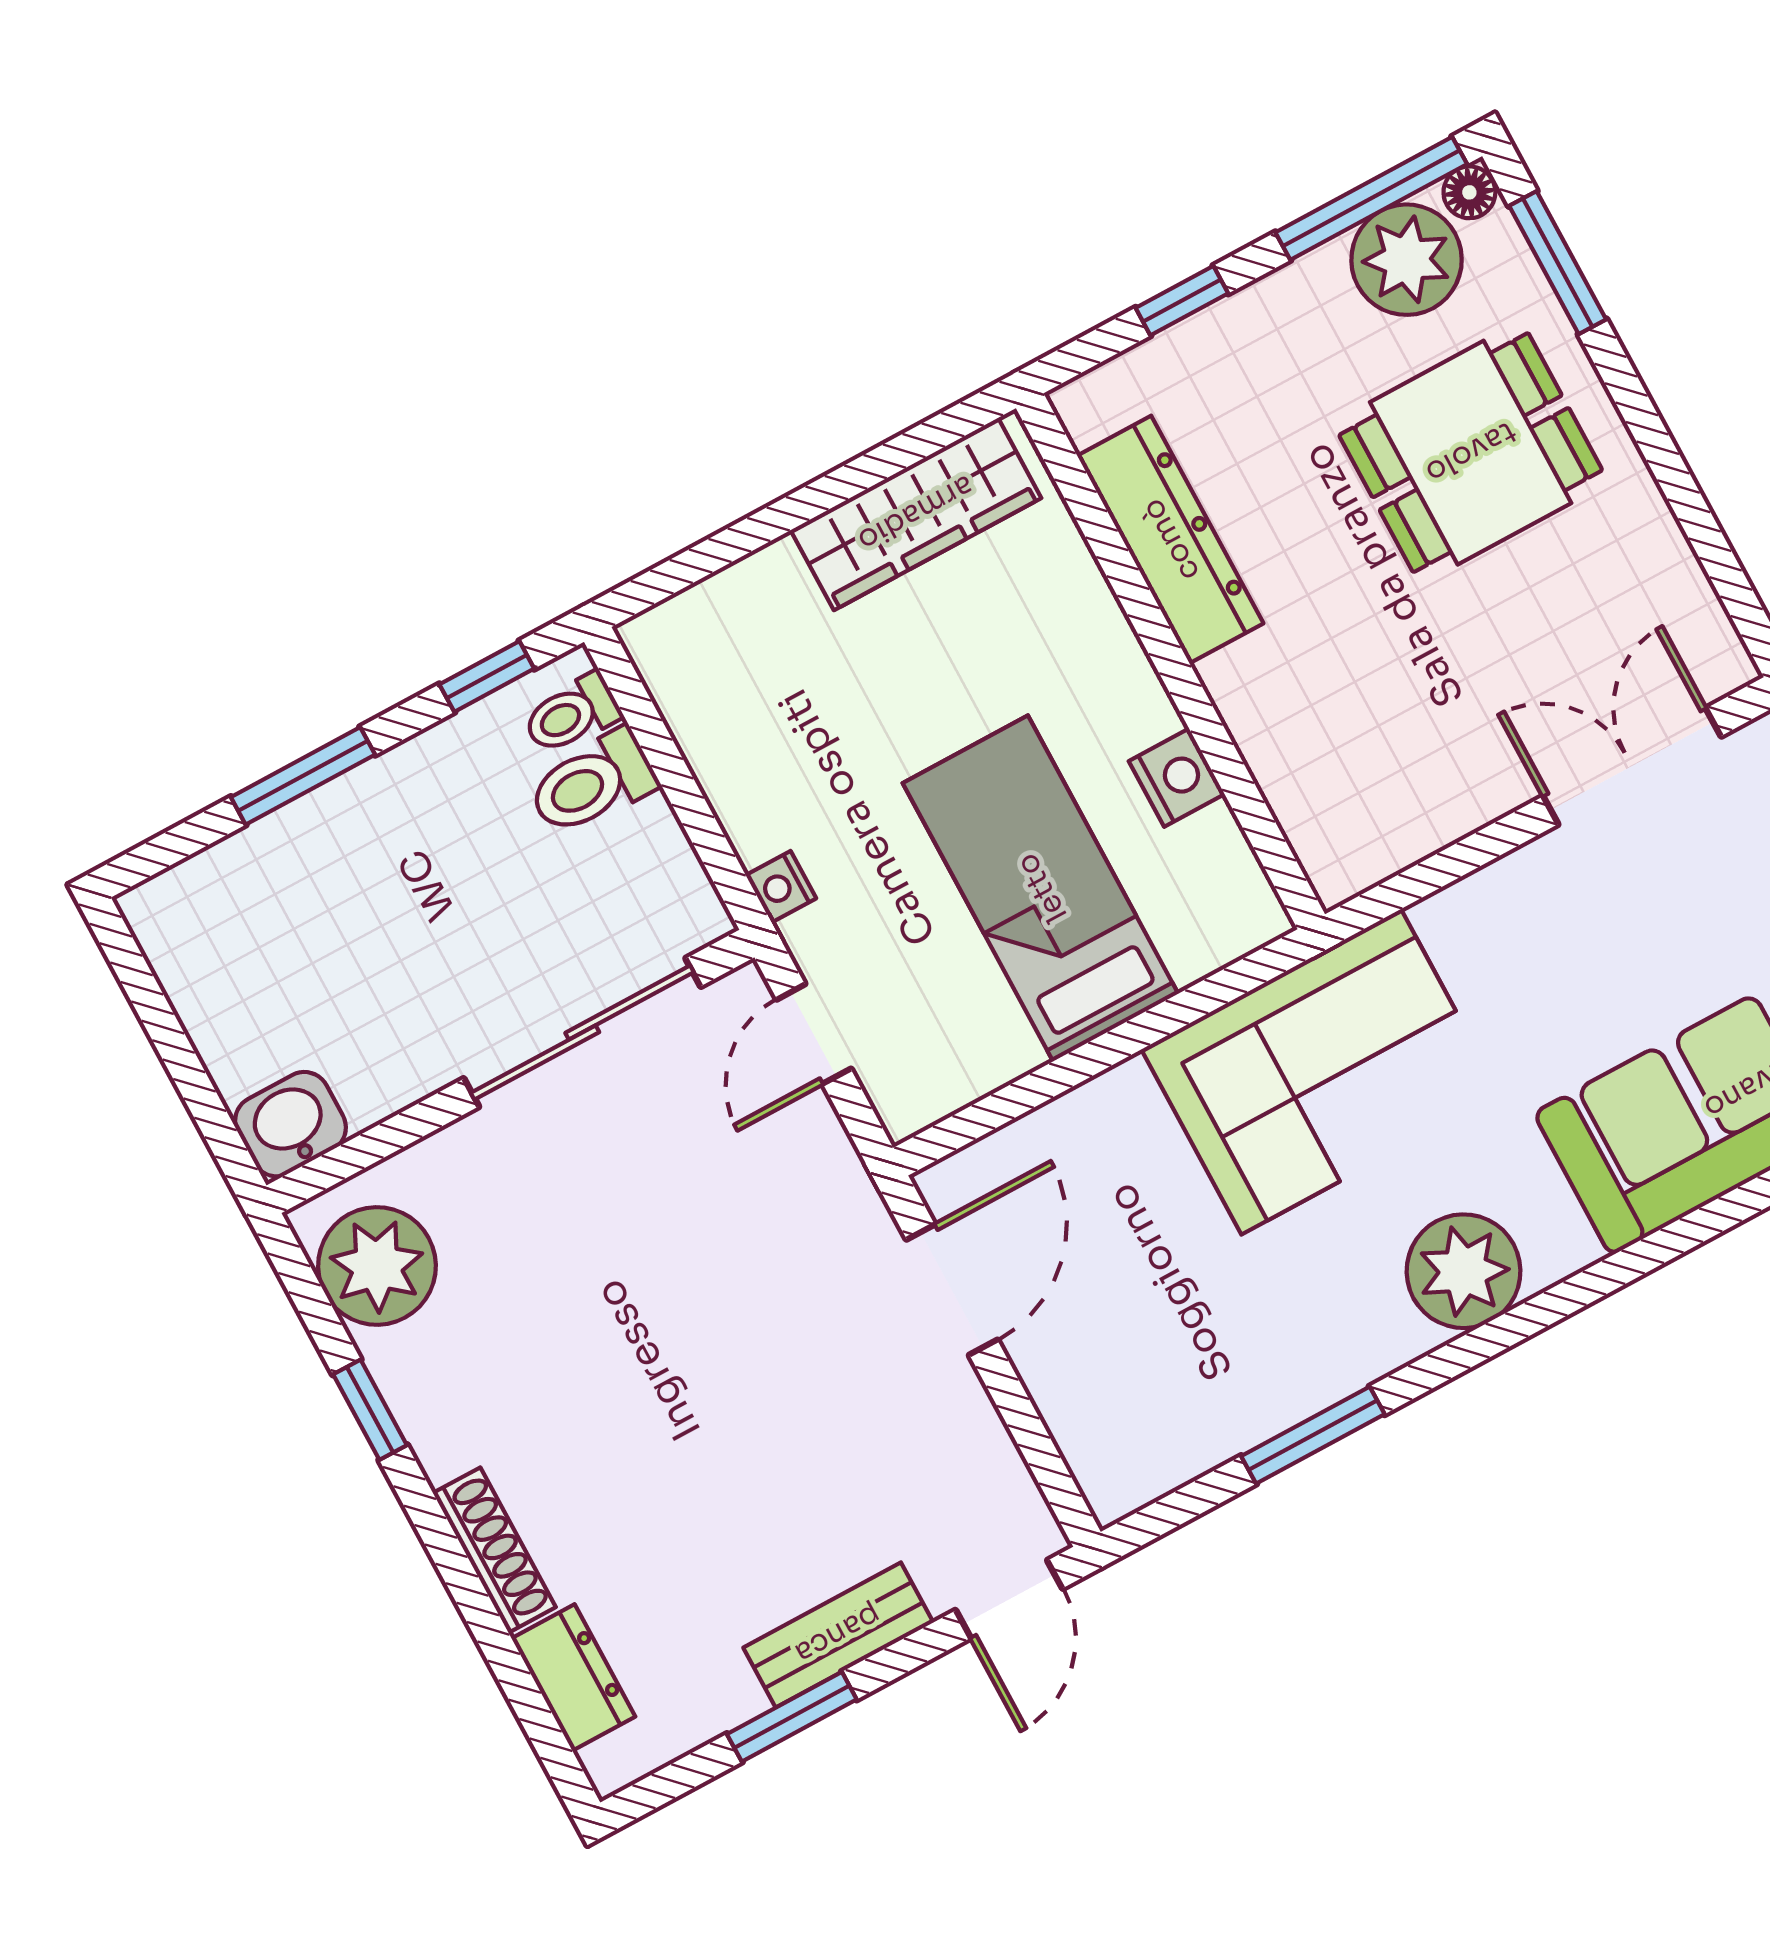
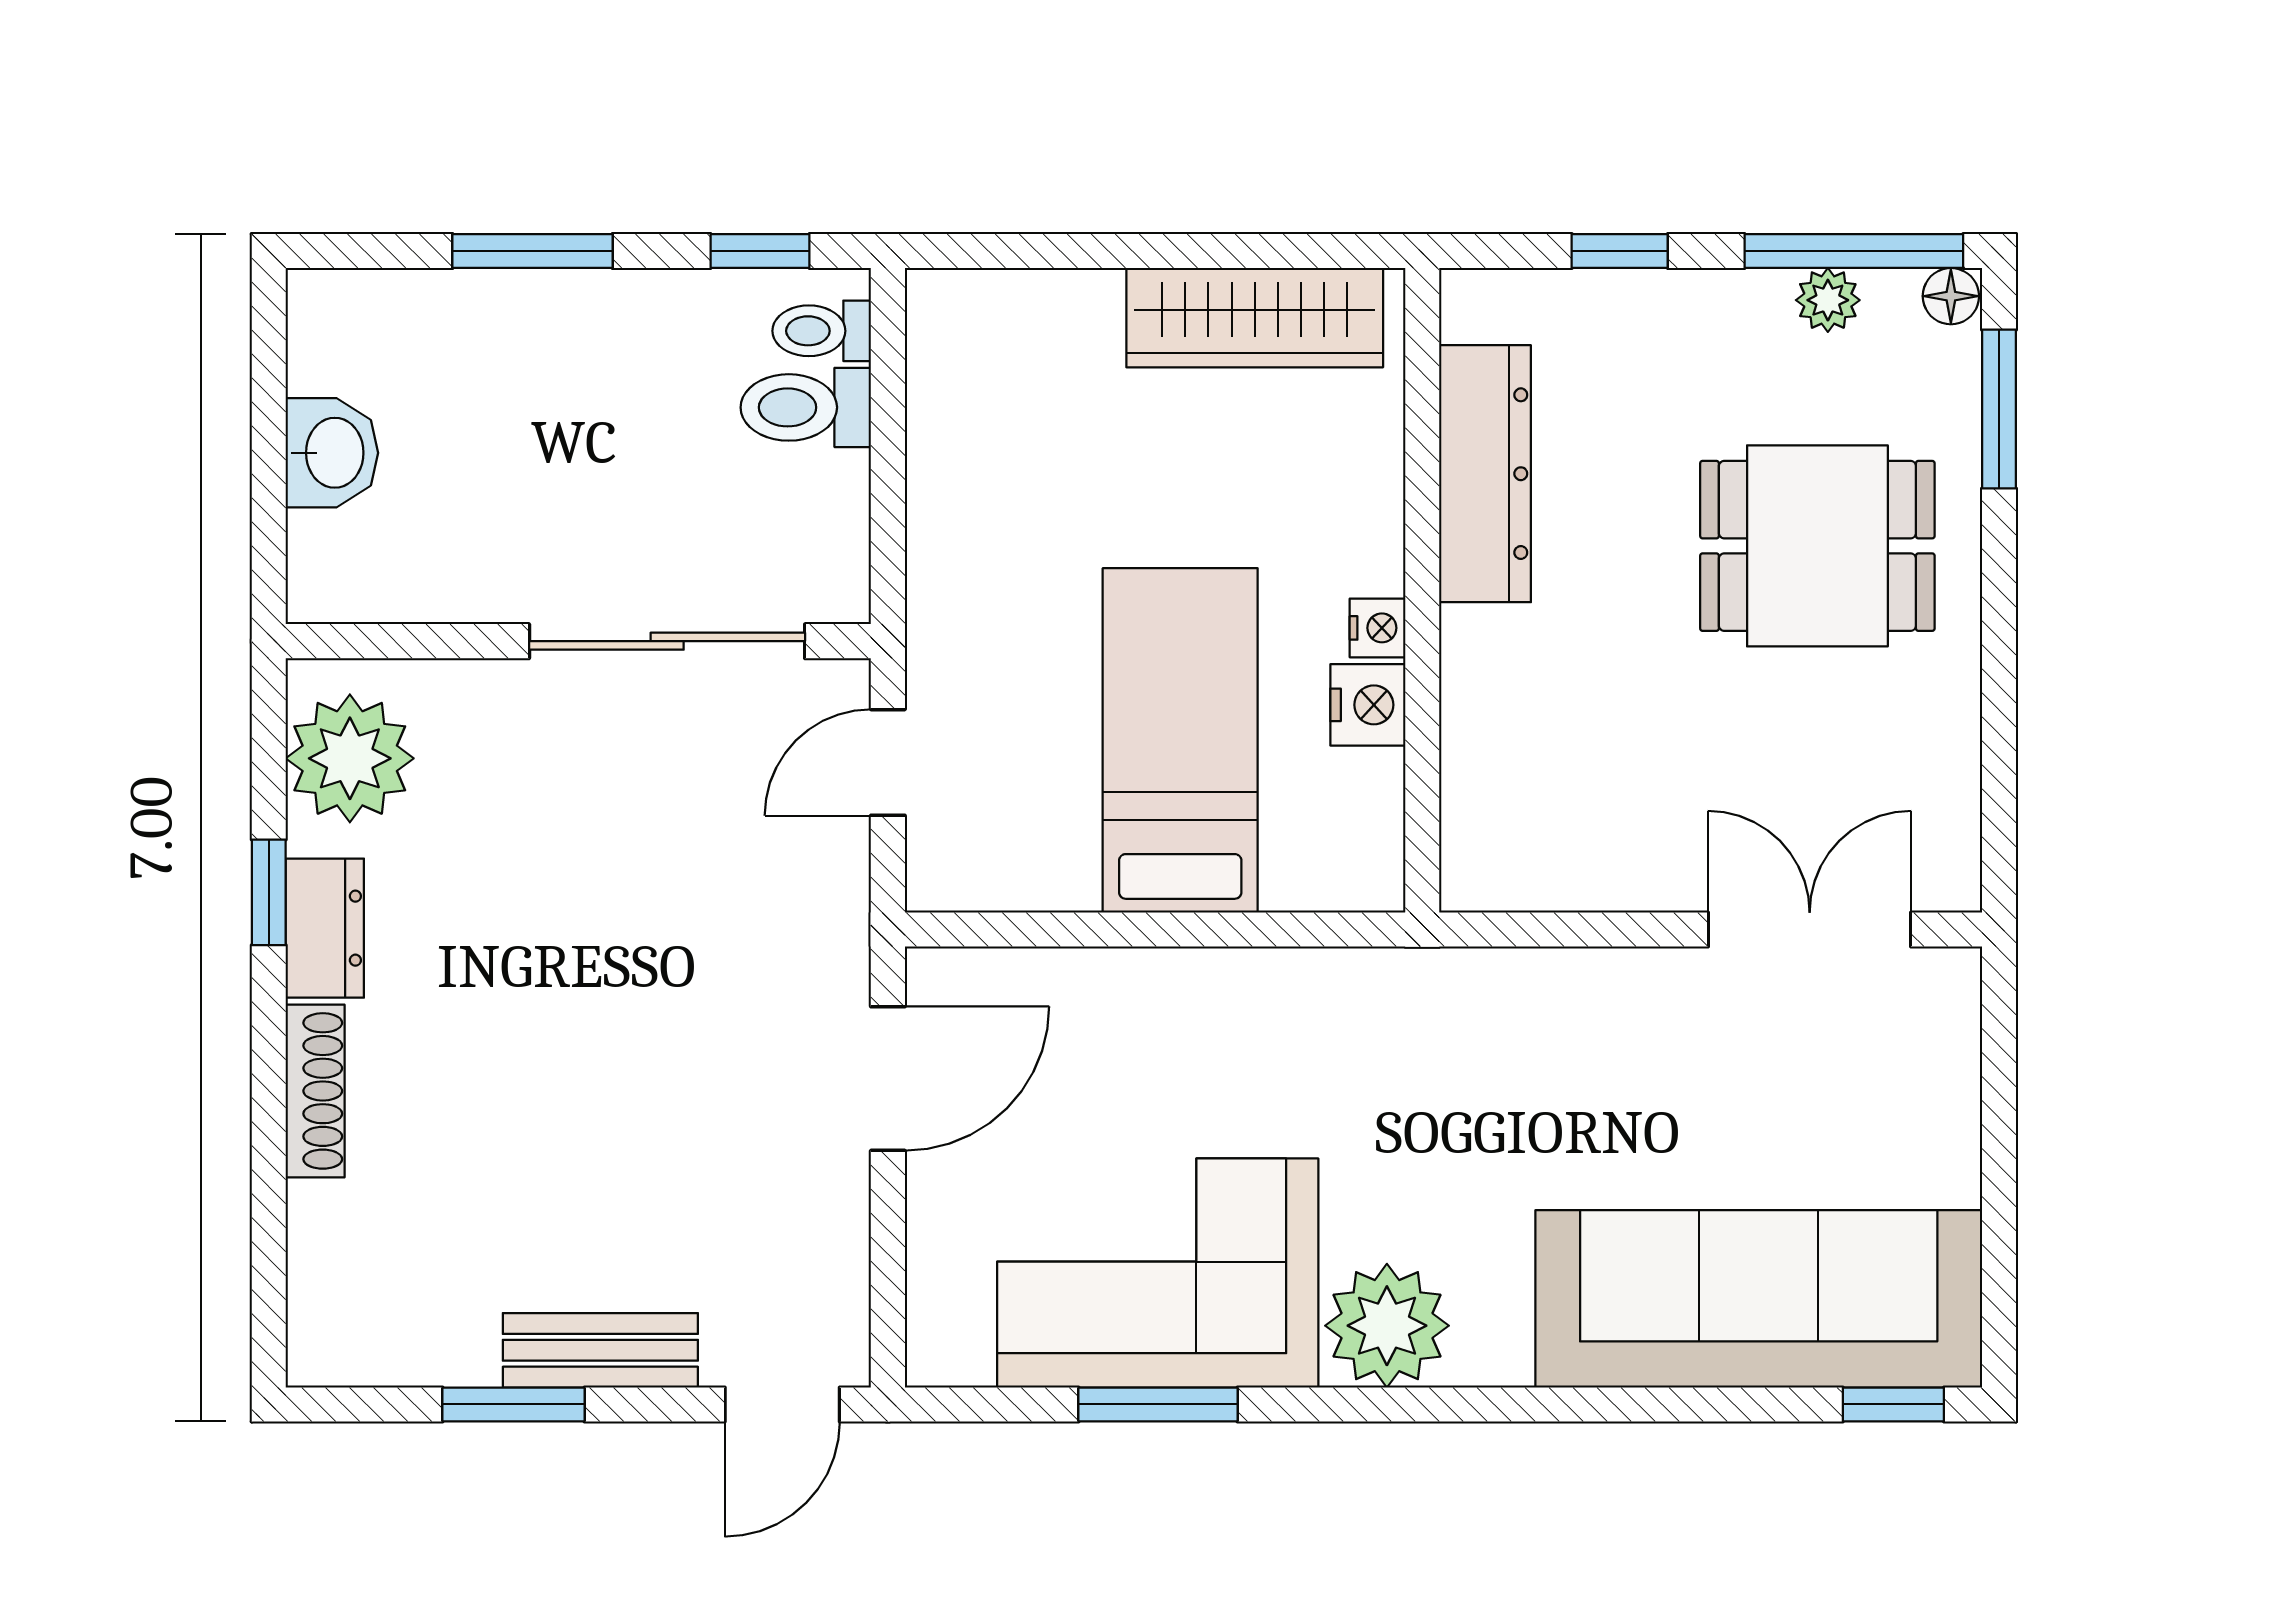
plant: (1407, 260) -> (1828, 300), width x0.53, depth x0.53
nightstand: (781, 887) -> (1377, 628), moved, turned 180
corner sofa: (1321, 1072) -> (1158, 1273), moved, turned 180
washbasin: (290, 1124) -> (332, 453), moved, turned 90
dresser: (573, 1677) -> (325, 928), moved

